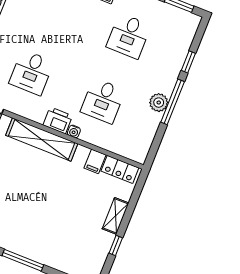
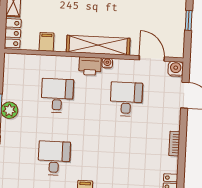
water cooler: (74, 131) -> (107, 63), moved
locker: (120, 169) -> (13, 33), moved, turned 90

